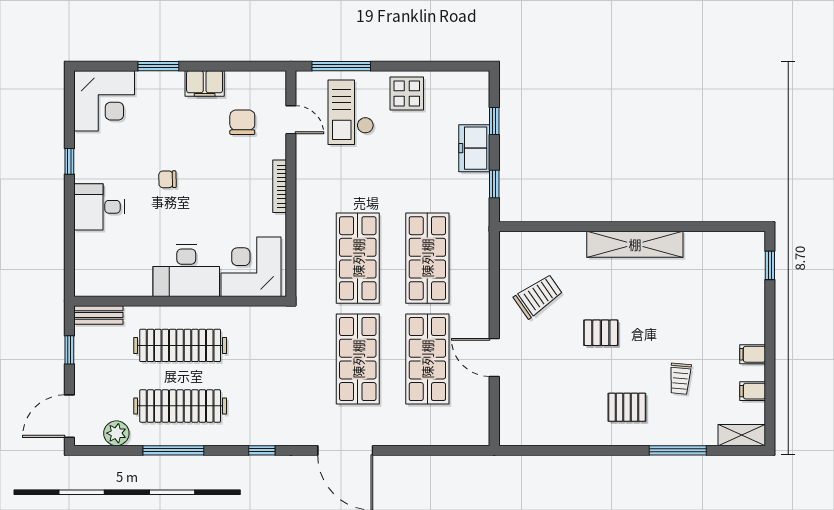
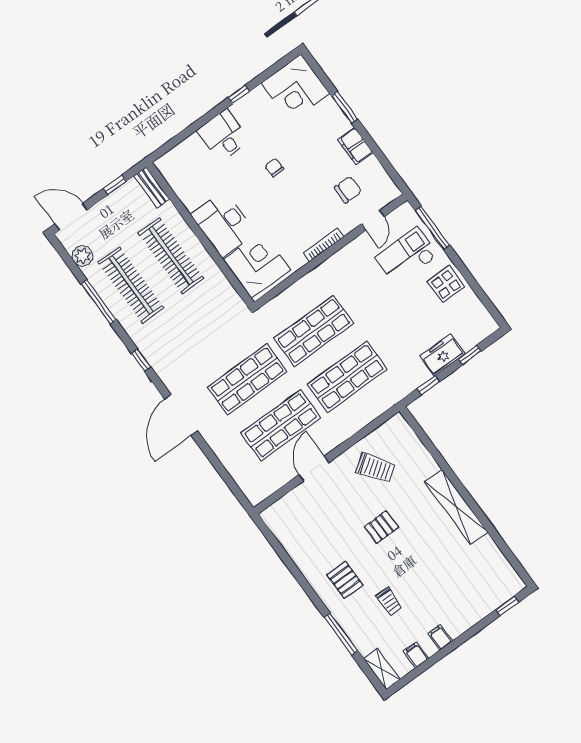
pallet: (601, 333) -> (381, 527), turned 90
trolley: (680, 379) -> (389, 601), turned -95

